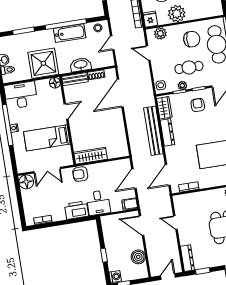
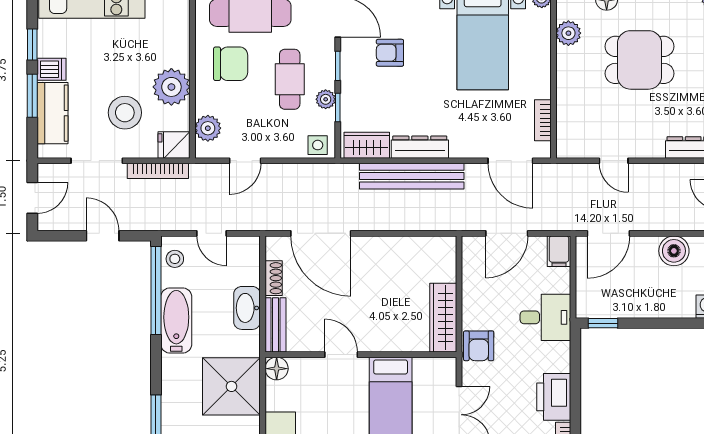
window: (66, 24) -> (156, 290), moved
chair: (192, 39) -> (231, 64), turned 88
armchair: (198, 105) -> (390, 53), moved
door: (134, 179) -> (507, 233), hinge flipped
printer: (76, 210) -> (554, 397), moved
door: (175, 223) -> (614, 161), hinge flipped
window: (104, 255) -> (603, 323), moved

